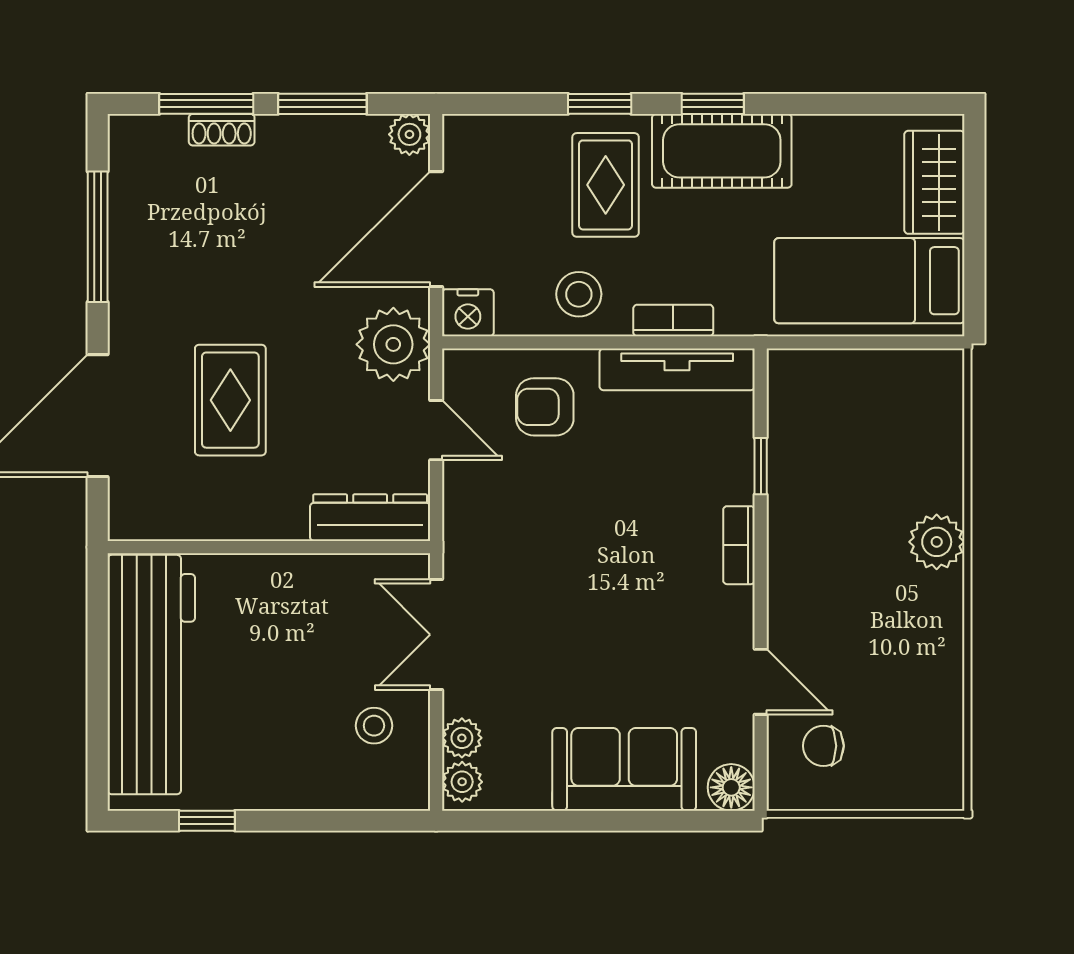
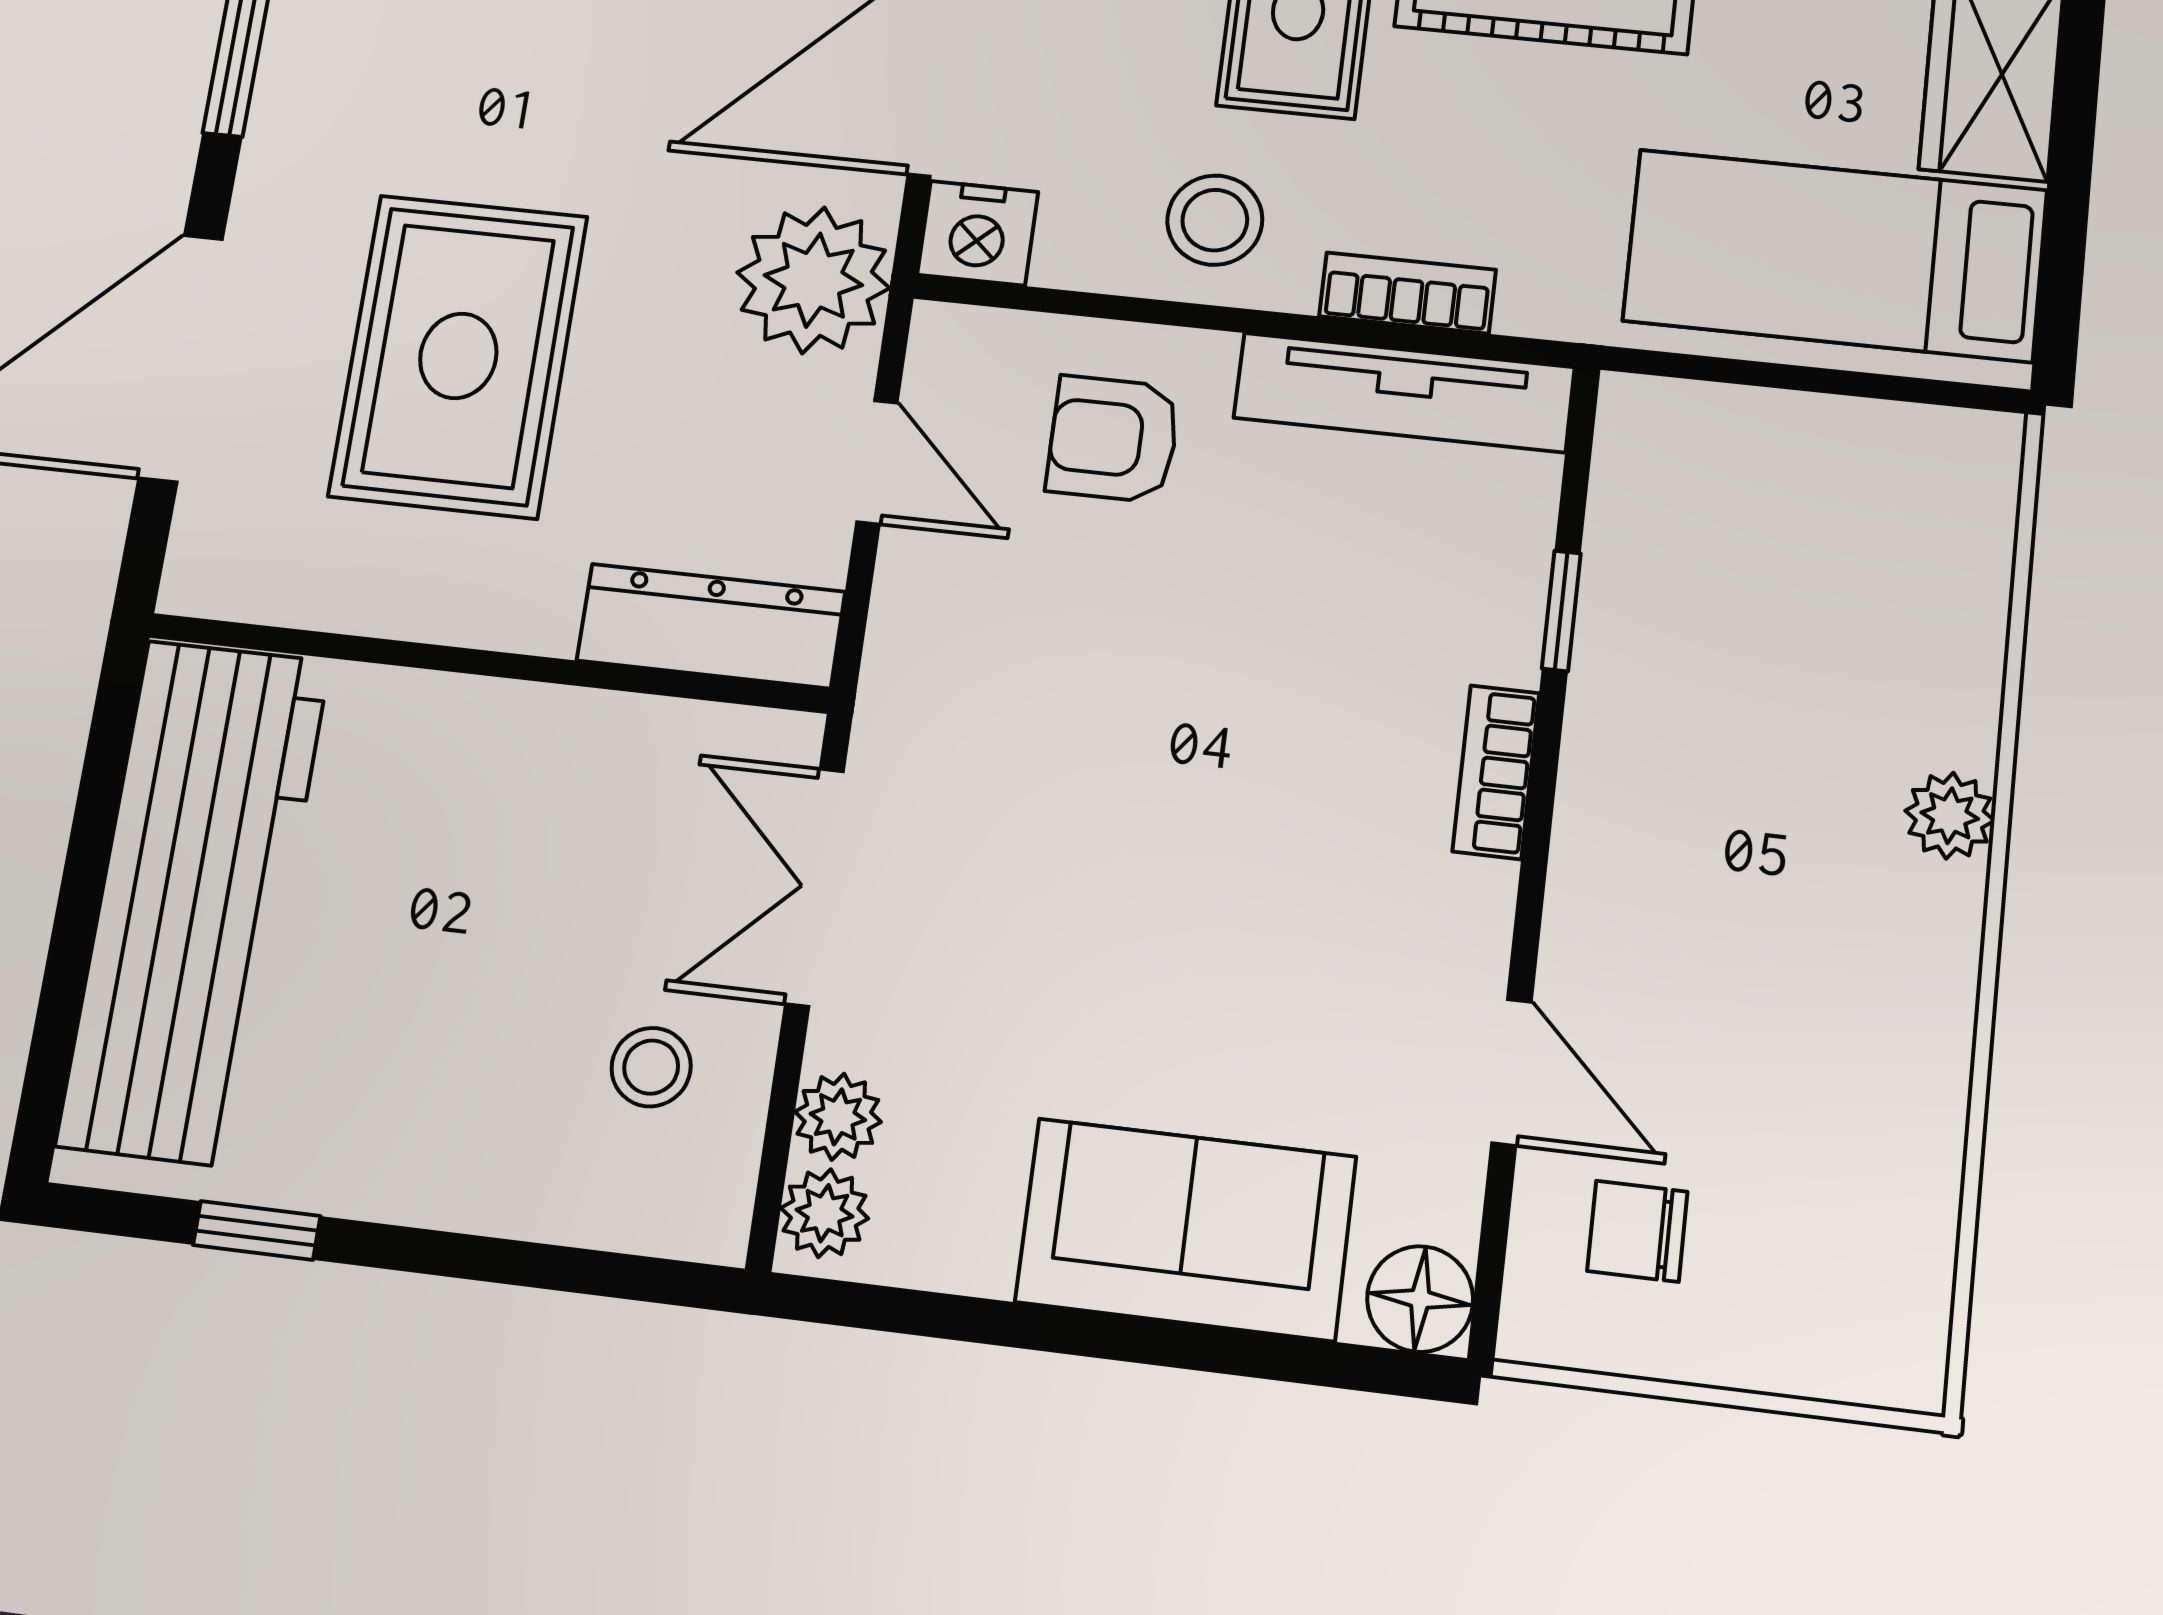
rug: (230, 400) -> (458, 356), width x1.36, depth x1.43
plant: (937, 542) -> (1950, 816), width x0.73, depth x0.73

